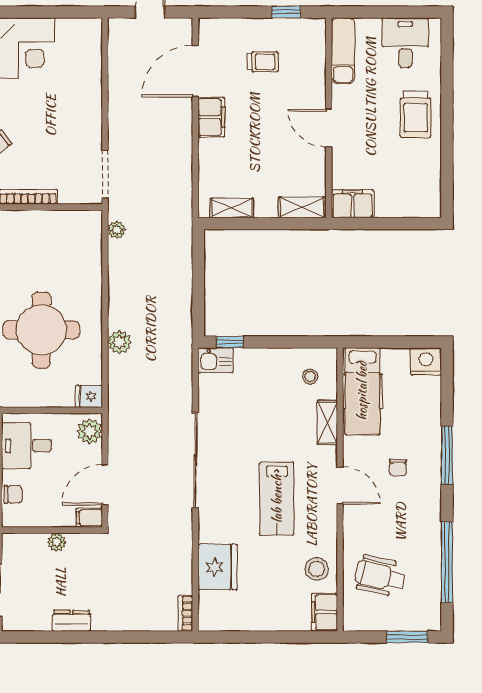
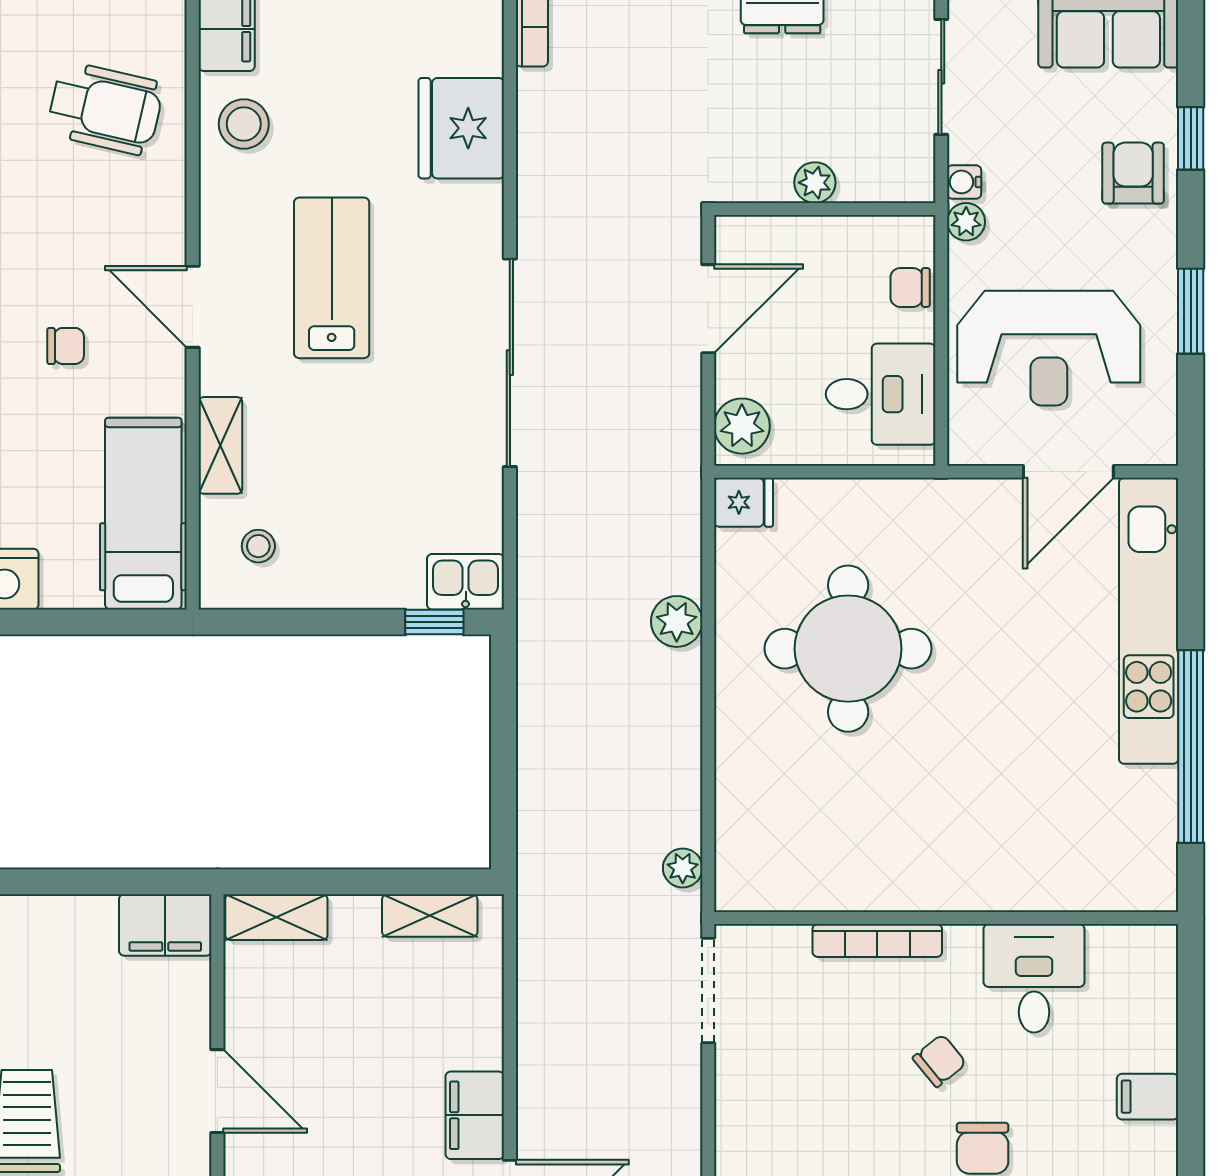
chair: (398, 468) -> (66, 346), turned 90
filing cabinet: (89, 518) -> (743, 236), removed

